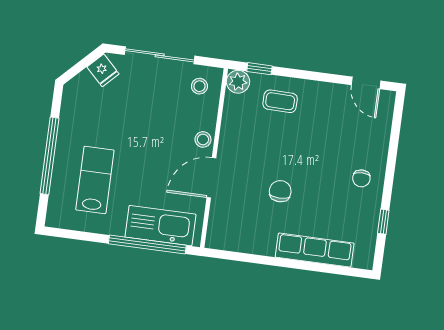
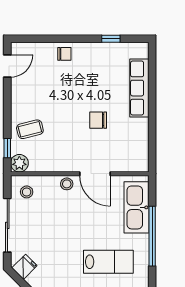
coffee table: (280, 101) -> (30, 129), turned 75
chair: (361, 178) -> (64, 54), moved
lab bench: (95, 180) -> (108, 262), turned 180
window: (147, 245) -> (152, 236), moved

